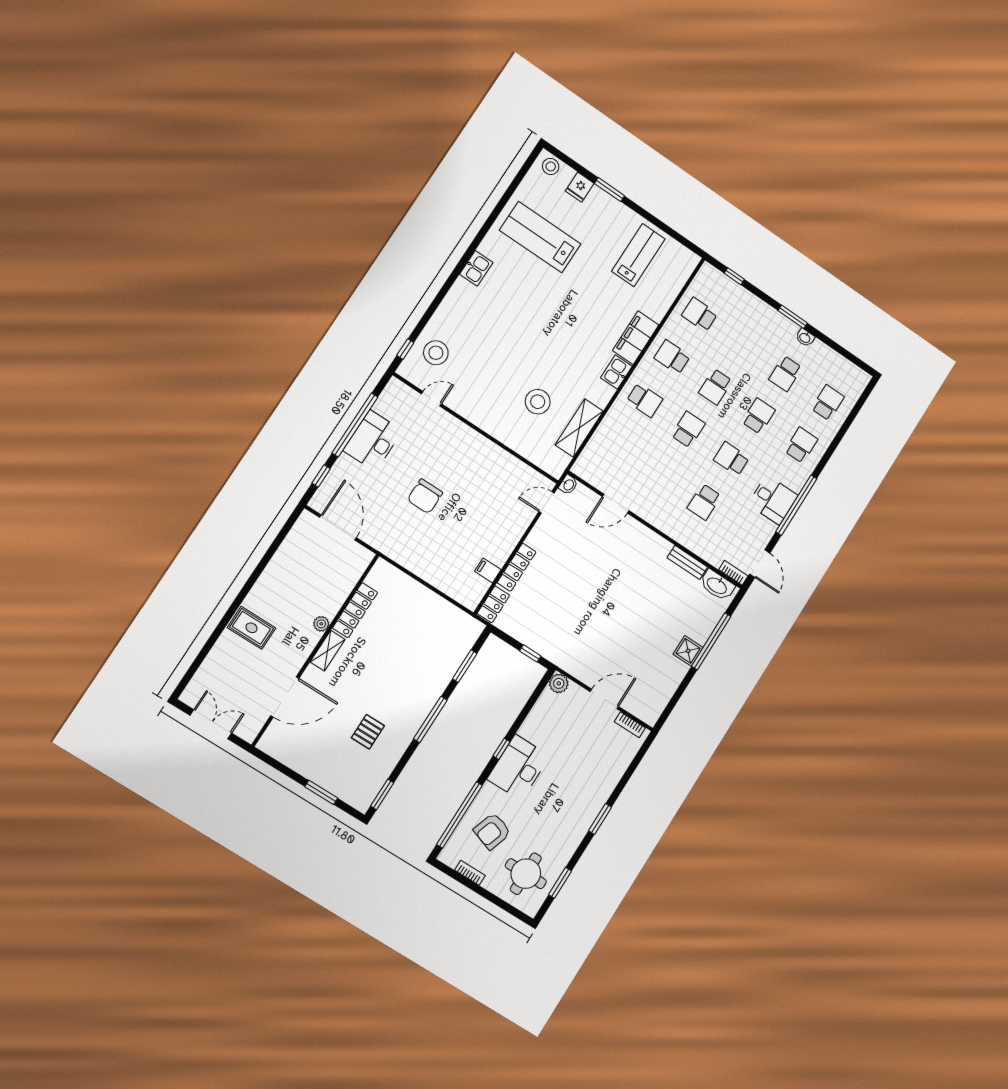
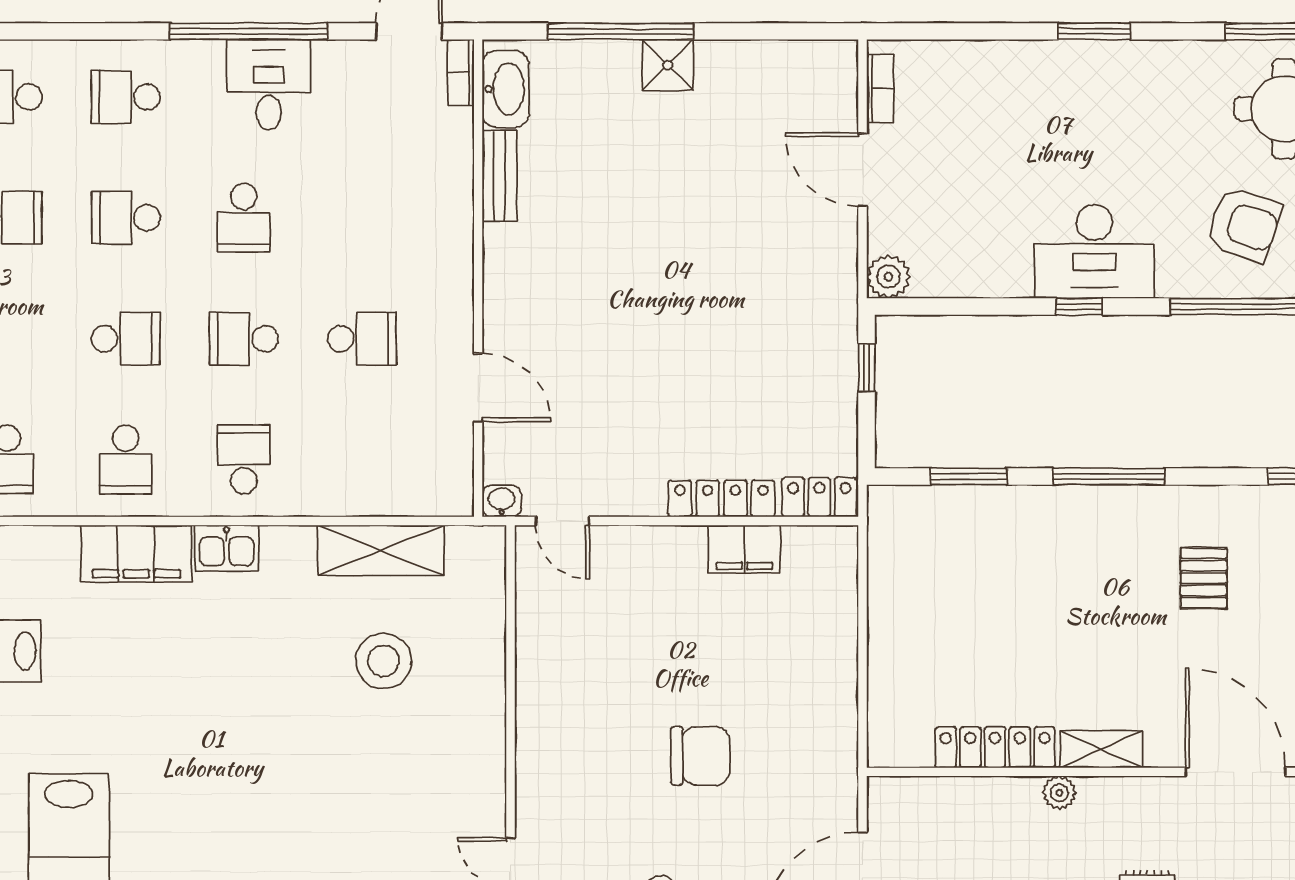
school desk: (704, 502) -> (362, 339), moved
filing cabinet: (488, 570) -> (744, 549), width x2.00
pallet: (368, 732) -> (1204, 578), turned 90

